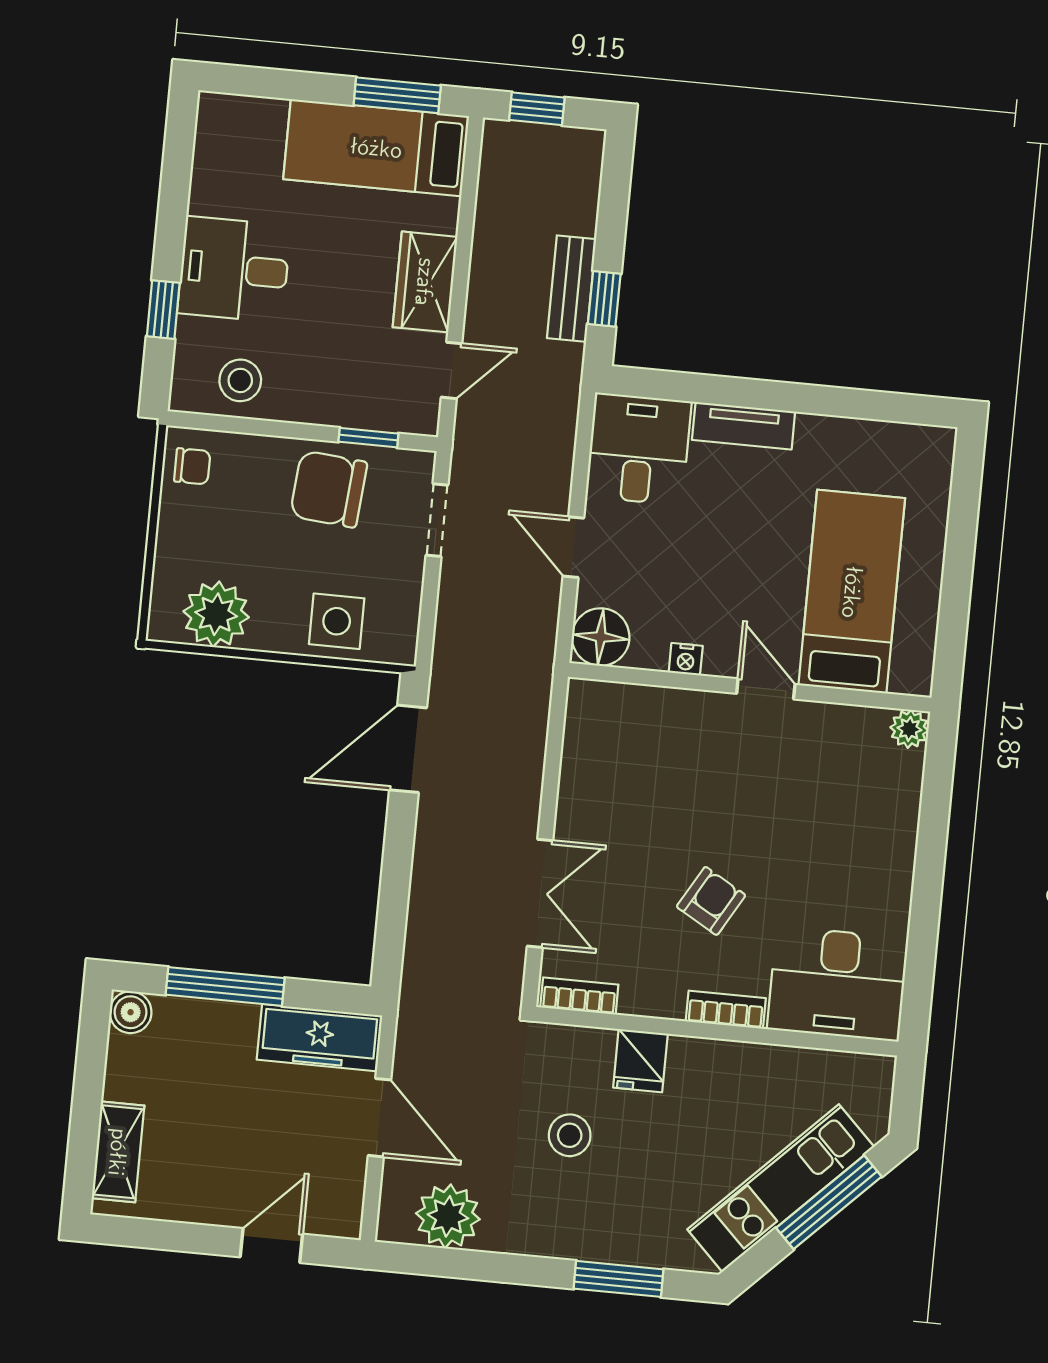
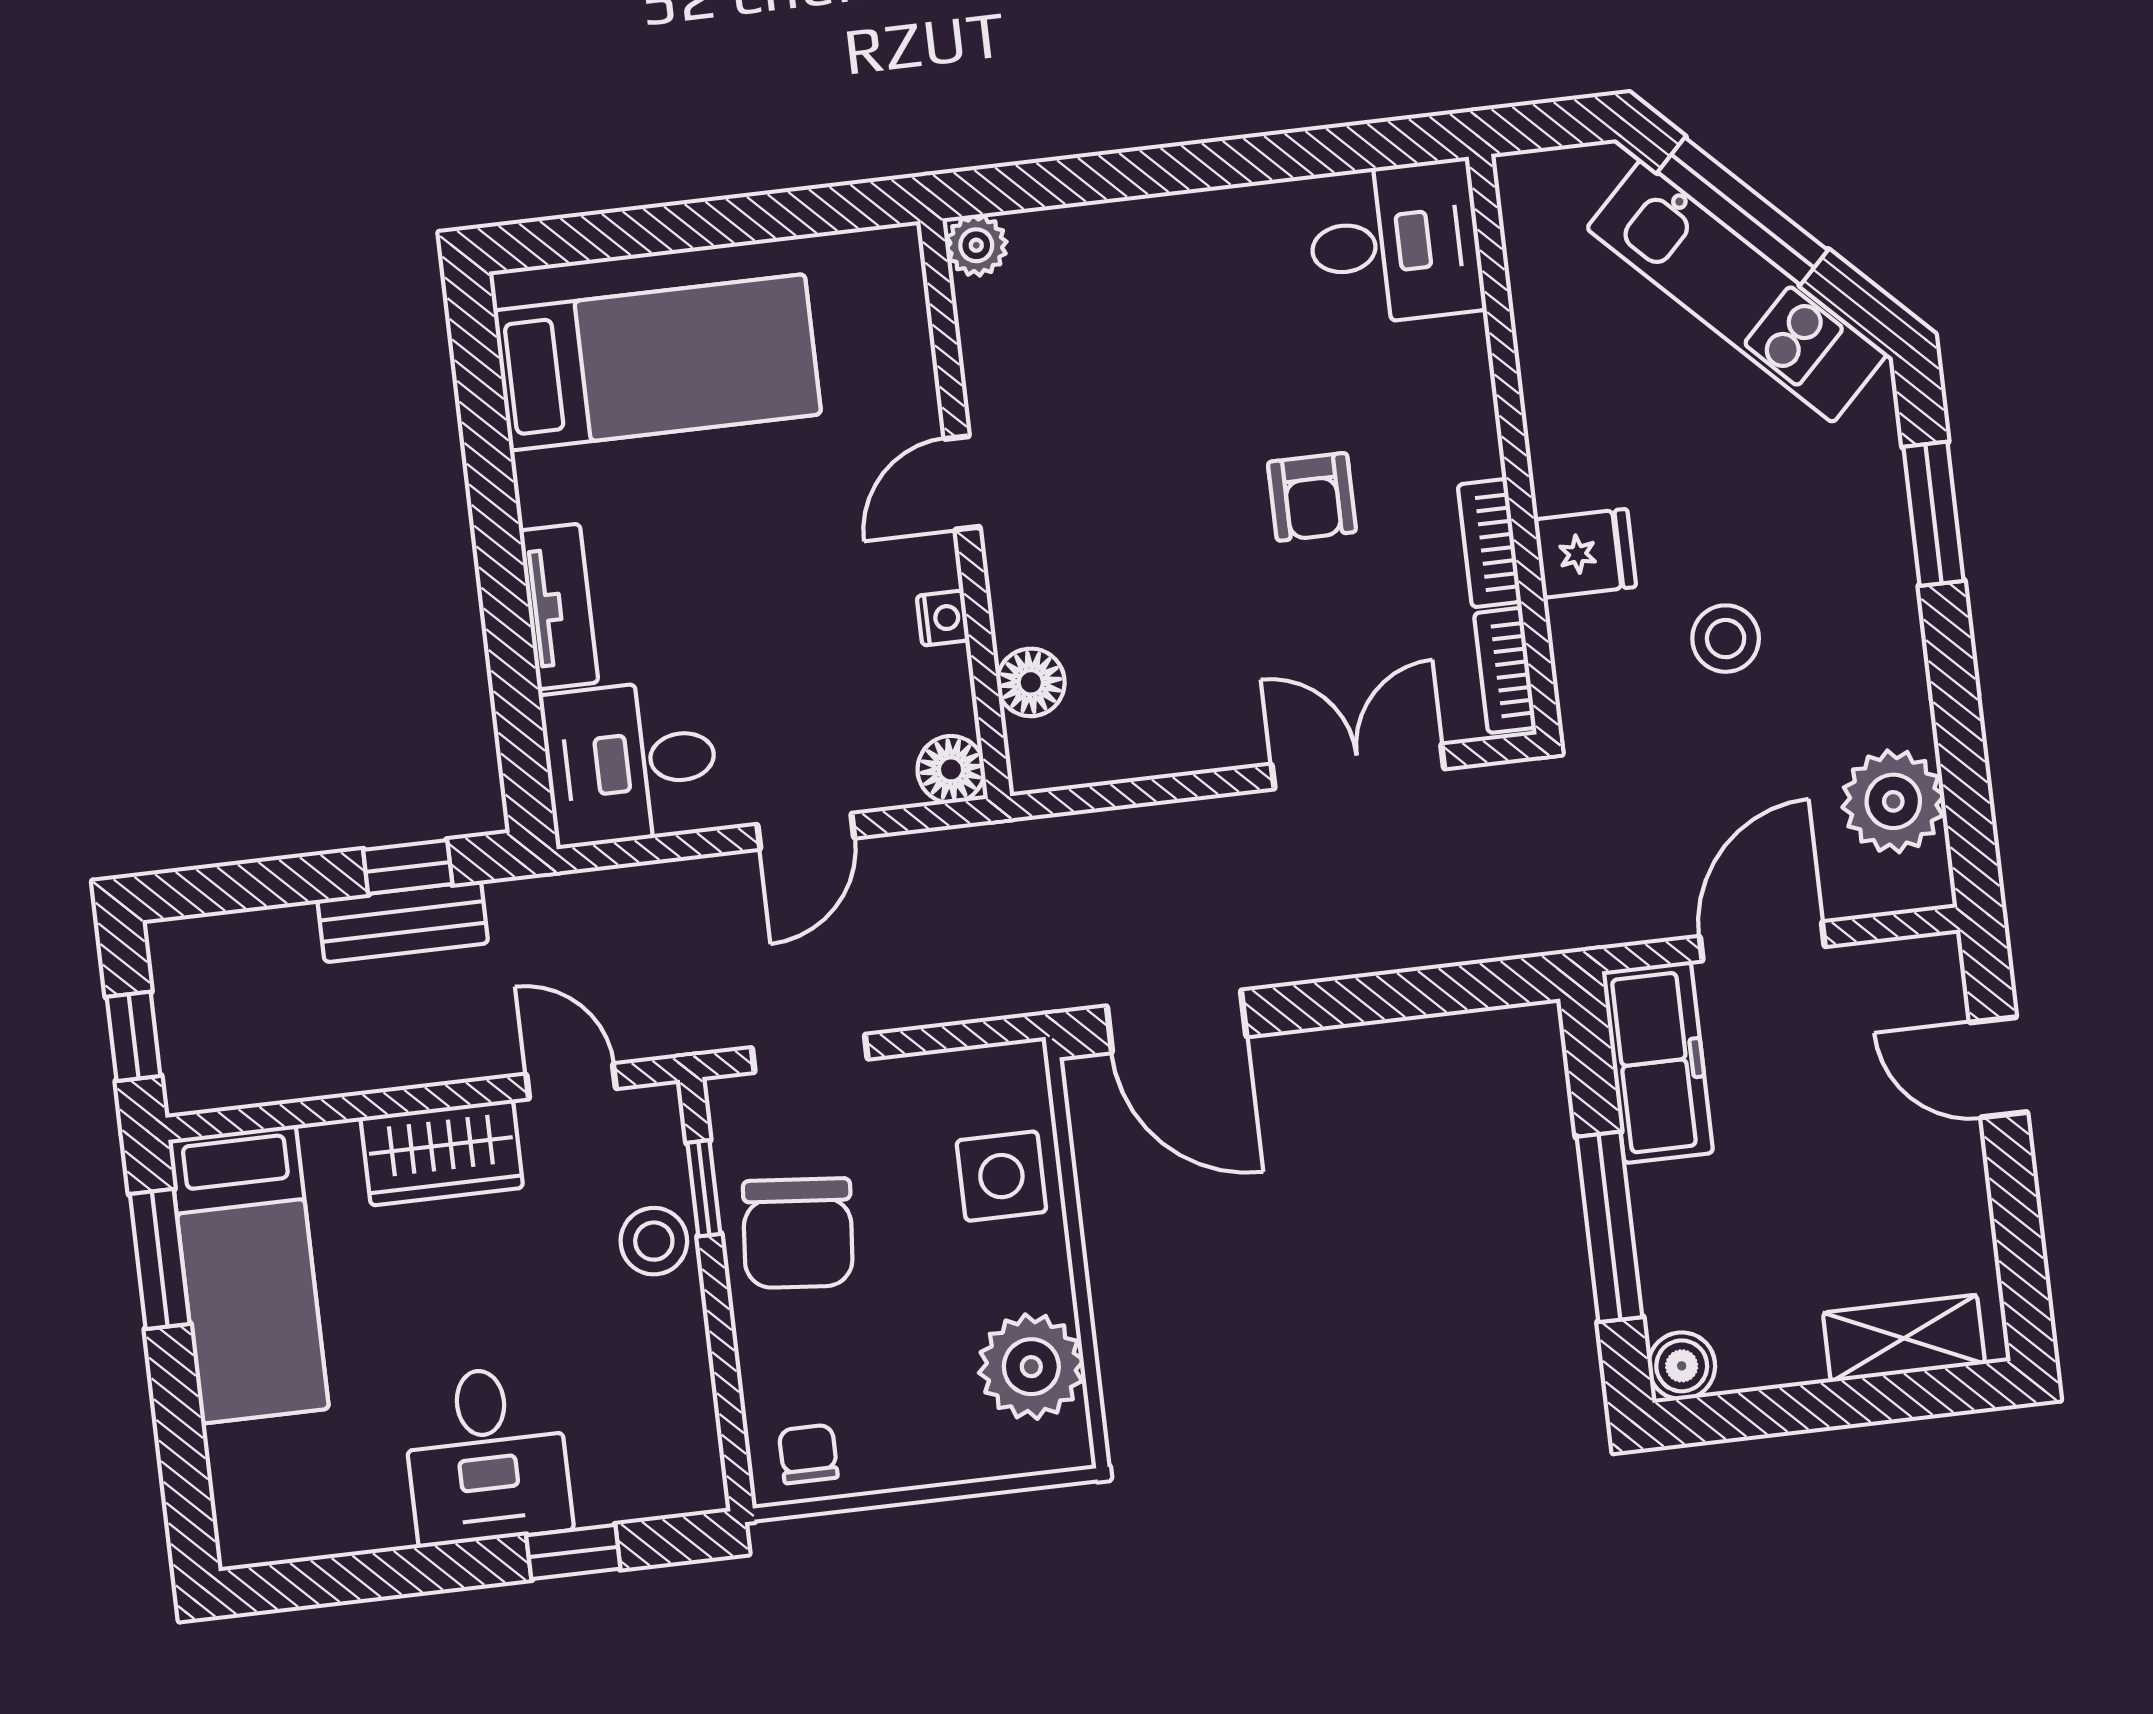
stool: (240, 380) -> (654, 1241), moved
bed: (852, 592) -> (657, 362), moved, turned 180
floor lamp: (601, 637) -> (951, 769), width x0.73, depth x0.73
floor lamp: (635, 704) -> (1031, 682), added
armchair: (711, 901) -> (1312, 497), turned -120
desk: (838, 984) -> (1395, 243), width x0.73
bookcase: (726, 1010) -> (1489, 543), moved

